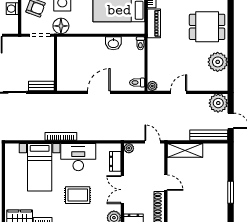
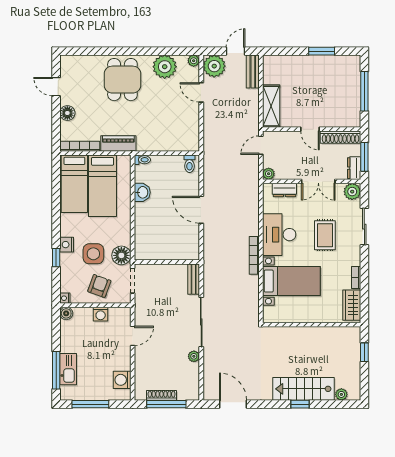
plant: (152, 86) -> (194, 61), moved
door: (179, 92) -> (201, 92), moved
bench: (209, 135) -> (253, 72), width x0.73
door: (166, 183) -> (310, 129), swing flipped

